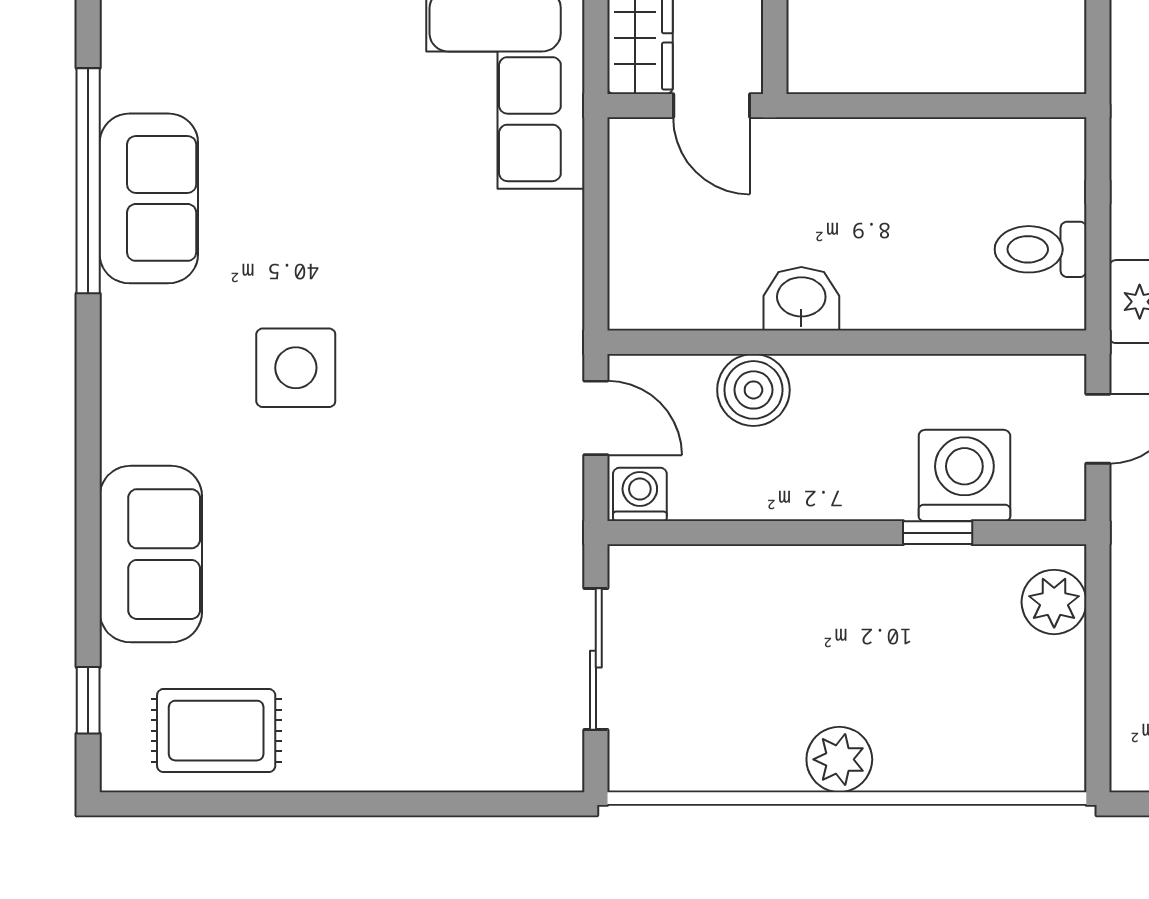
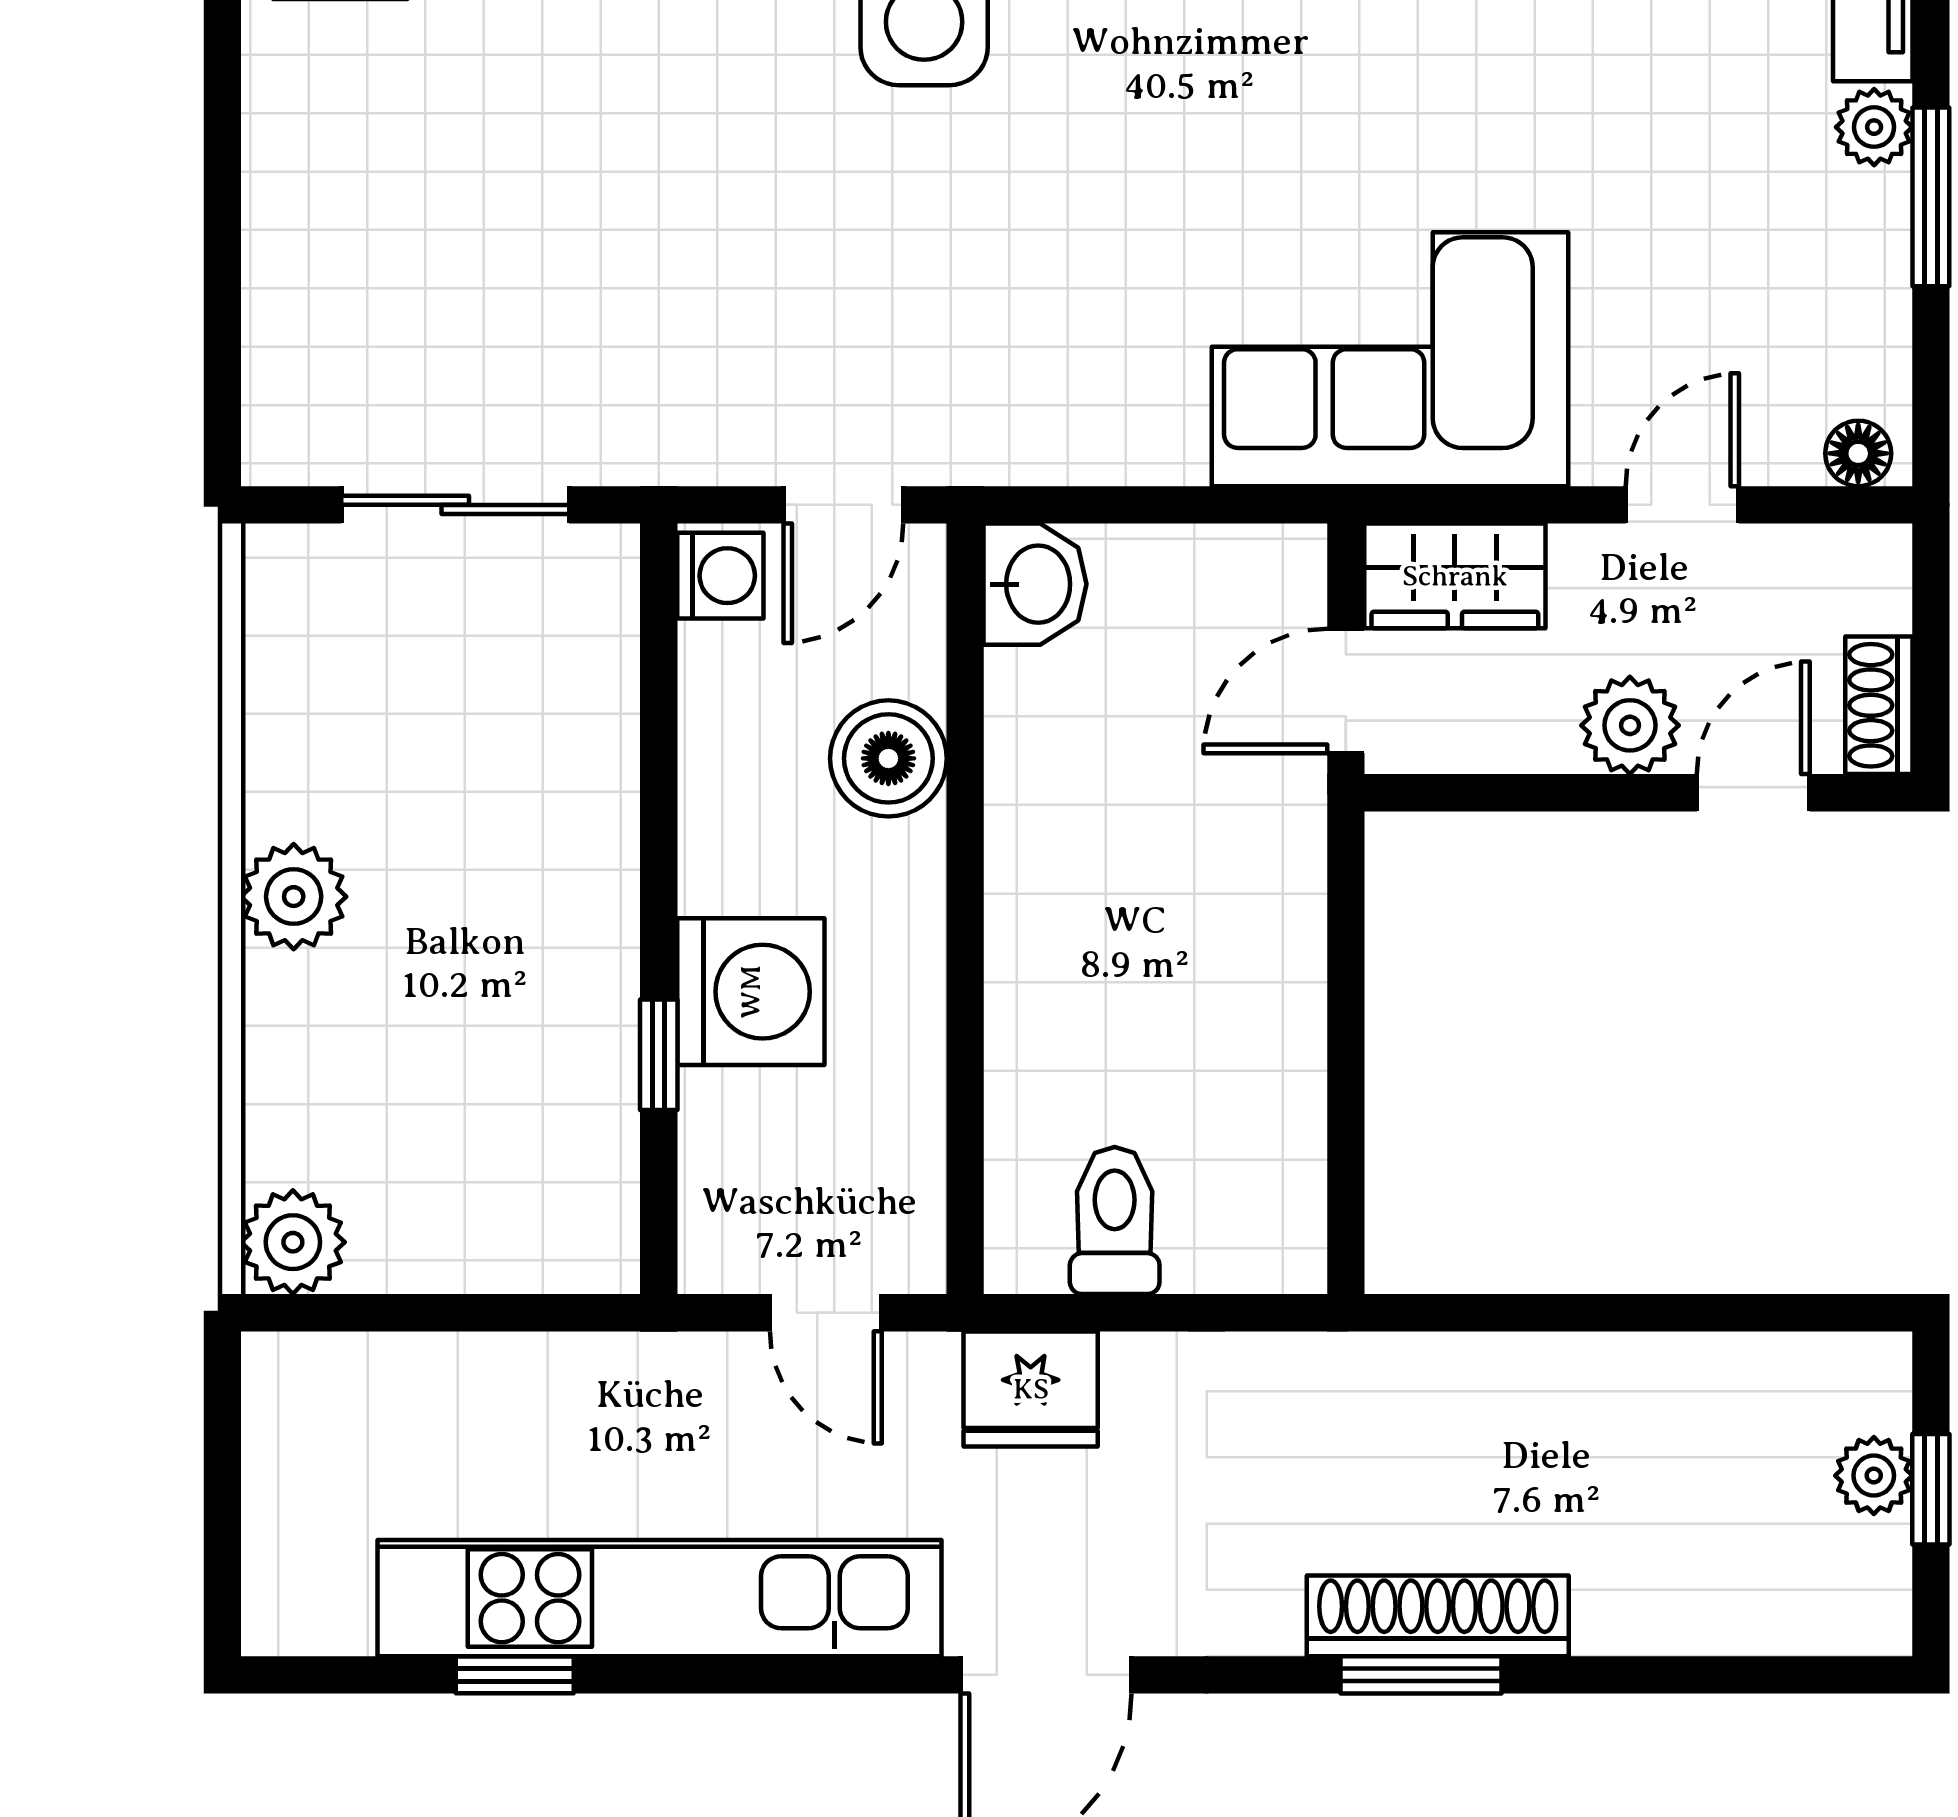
washbasin: (801, 299) -> (1035, 584), moved
washing machine: (964, 475) -> (751, 992), moved
plant: (1054, 602) -> (293, 1242), moved

